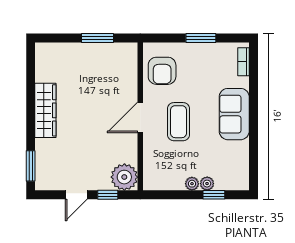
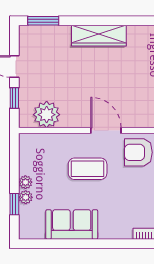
sofa: (234, 114) -> (72, 224), moved
door: (140, 117) -> (106, 131), moved
plant: (124, 177) -> (47, 115), moved

